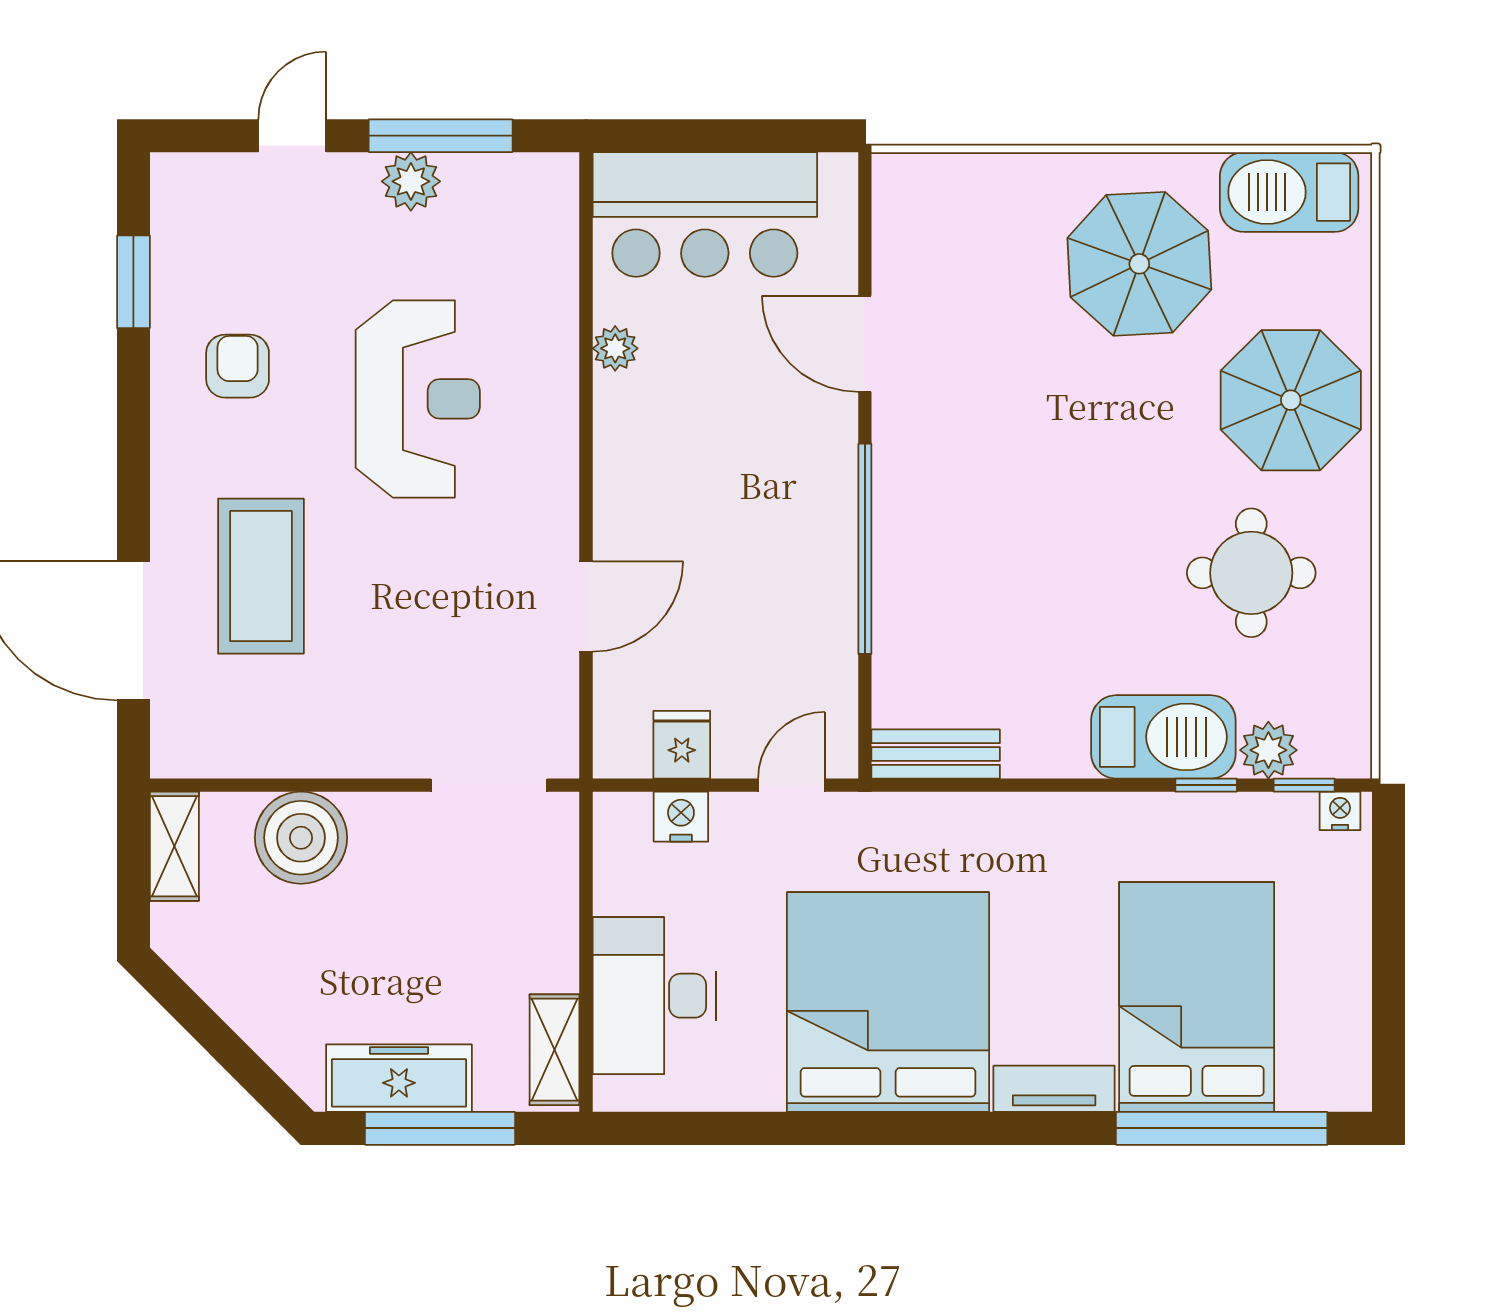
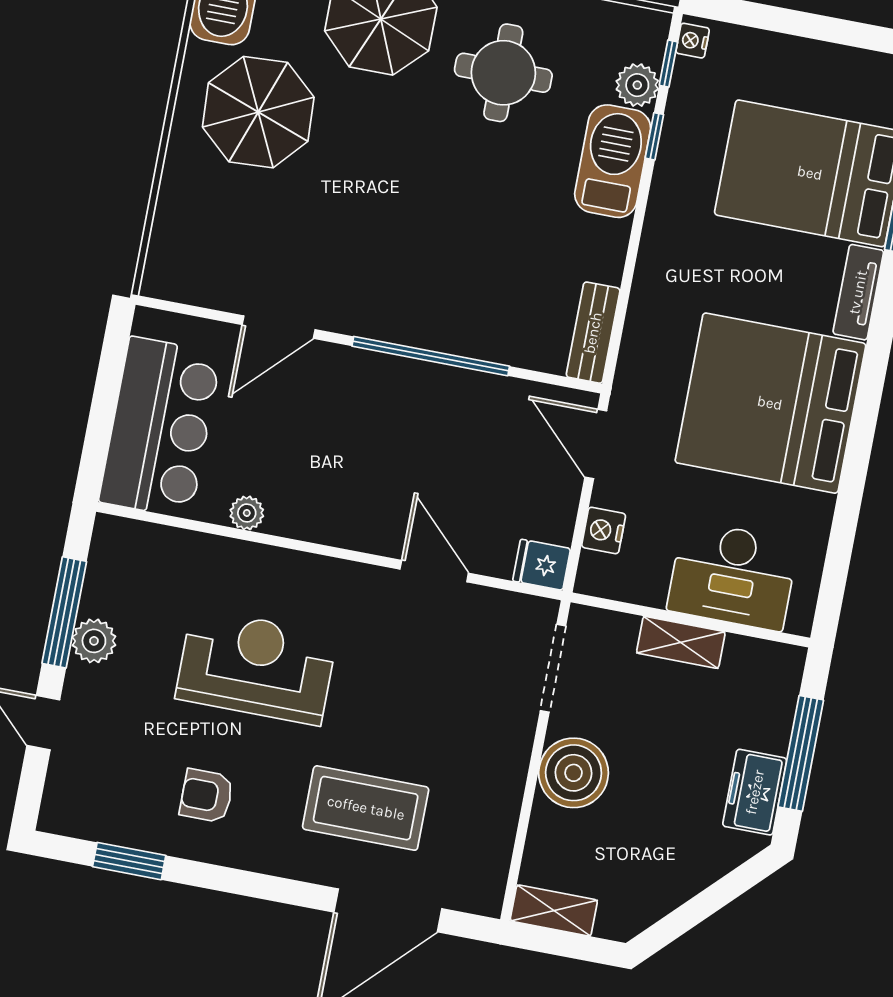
fridge: (682, 745) -> (542, 565), moved
door: (791, 785) -> (596, 444), width x1.38
boiler: (301, 838) -> (574, 773), moved
shelving: (555, 1050) -> (681, 642), moved
freezer: (399, 1078) -> (755, 792), width x0.71

